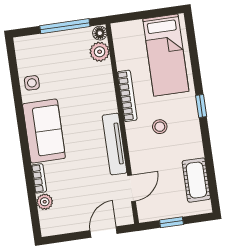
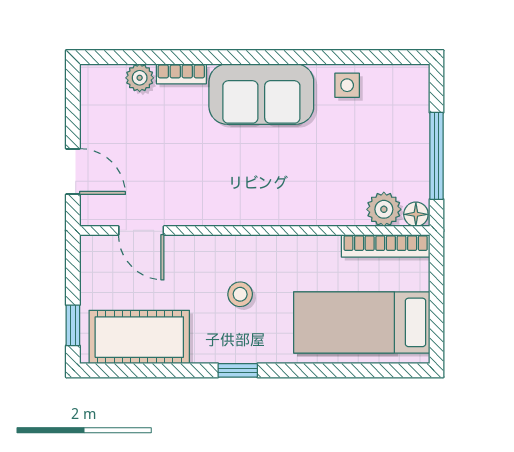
bookcase: (127, 96) -> (386, 246), moved
window: (201, 106) -> (238, 370), moved
tv unit: (115, 144) -> (221, 212), removed
cot: (196, 180) -> (139, 337), width x1.37, depth x1.34
window: (171, 222) -> (73, 325), moved

